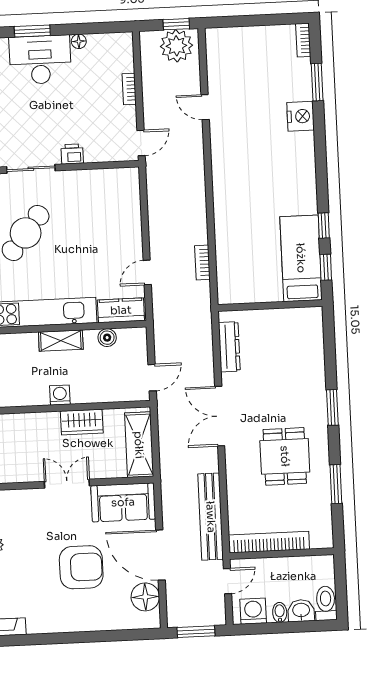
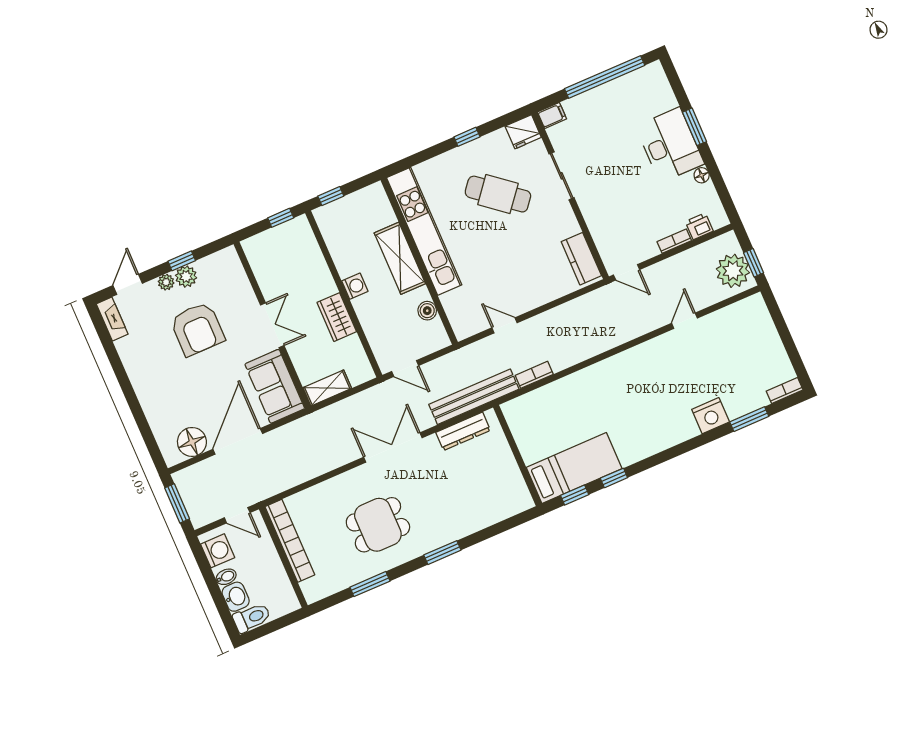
printer: (72, 154) -> (699, 226), moved, turned -90
kitchen counter: (121, 310) -> (581, 259), moved, turned 180
shelving: (61, 341) -> (400, 258), width x1.50, depth x1.33
shelving: (139, 445) -> (327, 388), width x0.67, depth x0.75
bench: (211, 517) -> (474, 397), moved
armchair: (81, 567) -> (197, 329), moved

